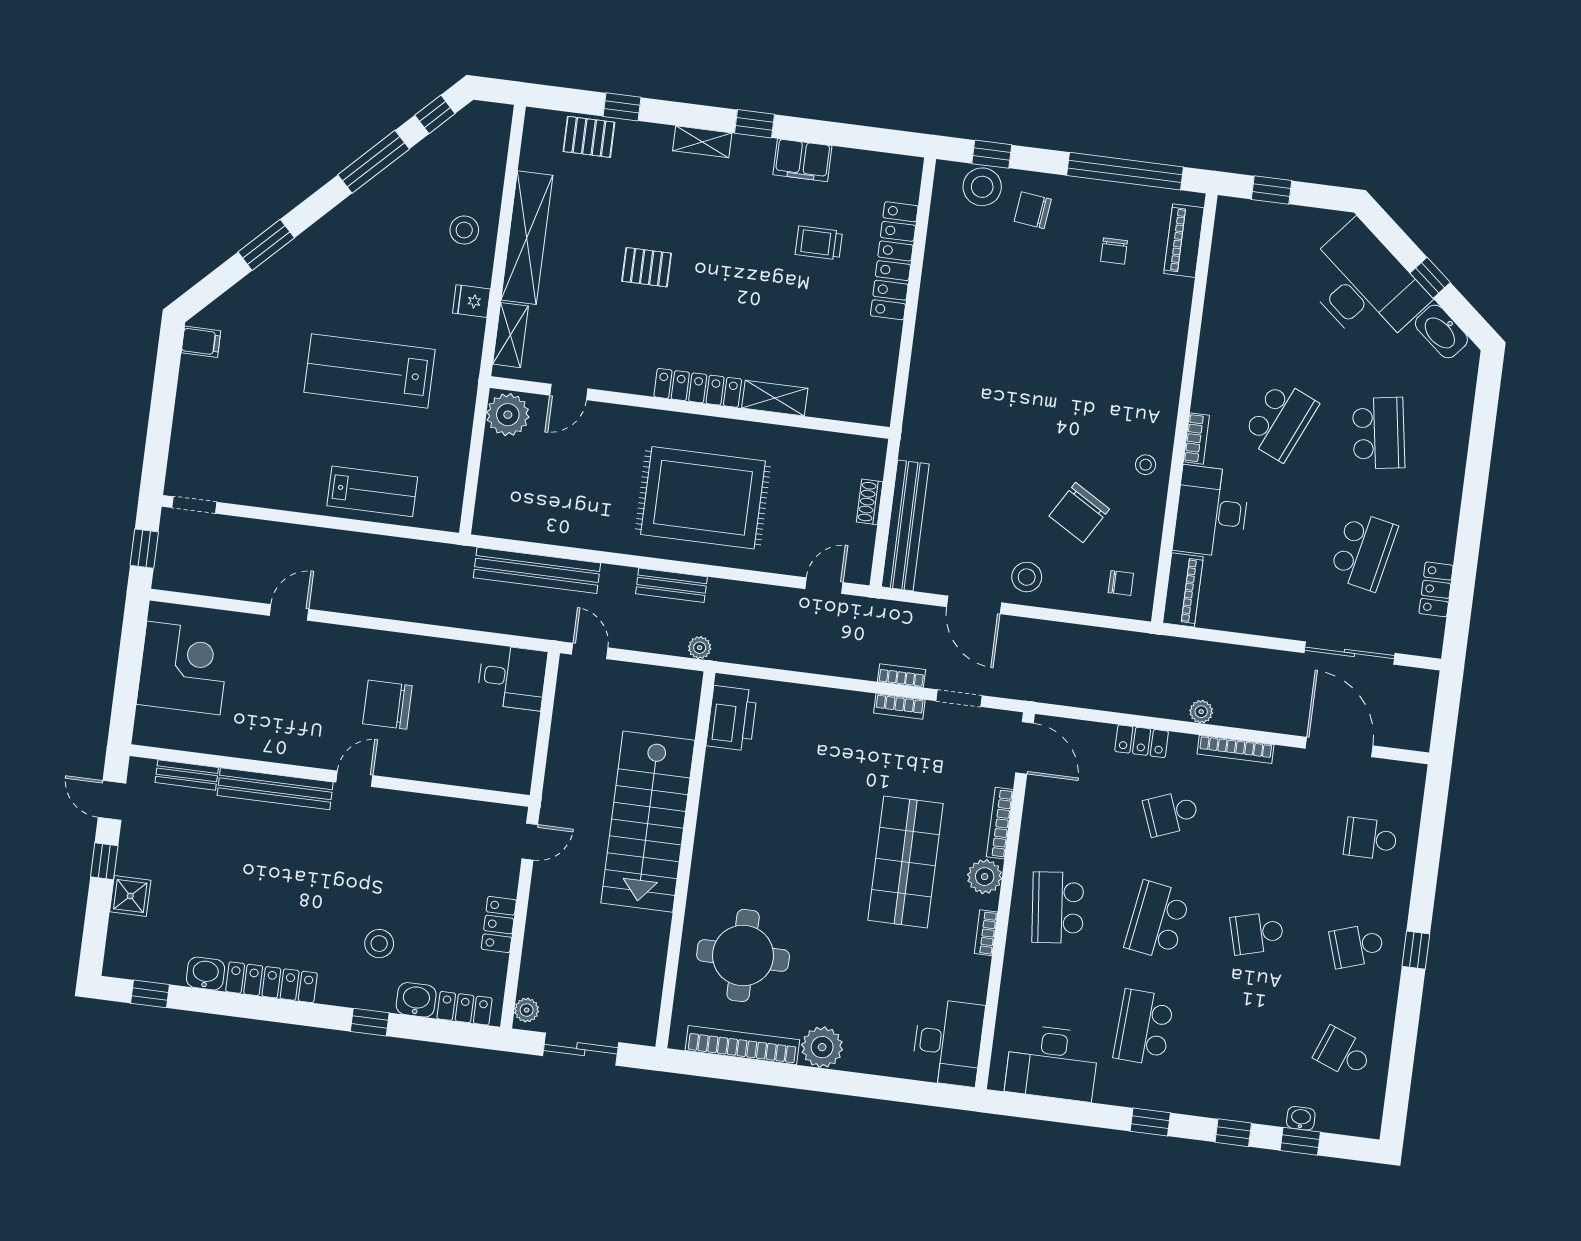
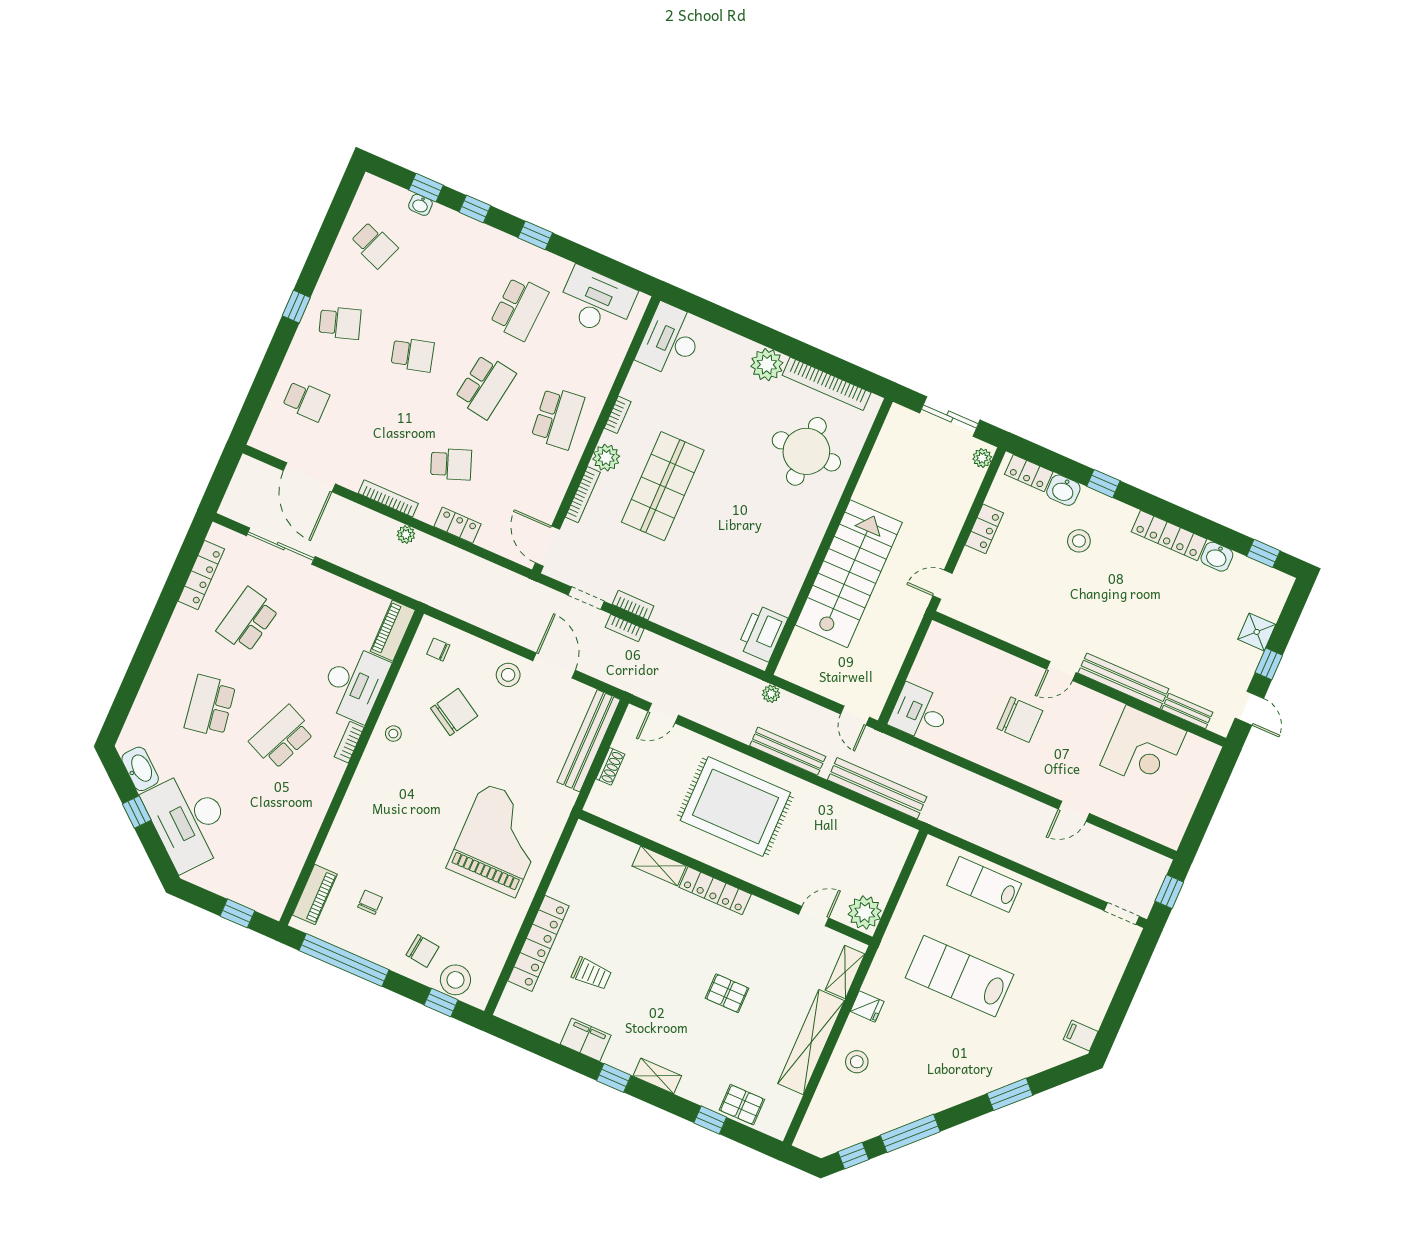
lab bench: (370, 371) -> (960, 976), turned 180
grand piano: (979, 373) -> (499, 840), added
bench: (671, 585) -> (788, 751), width x1.36
locker: (1436, 589) -> (201, 575), width x1.53
corner desk: (183, 668) -> (1143, 748), moved, turned -90

